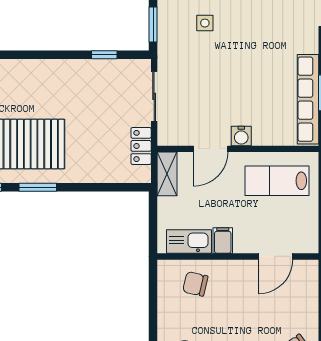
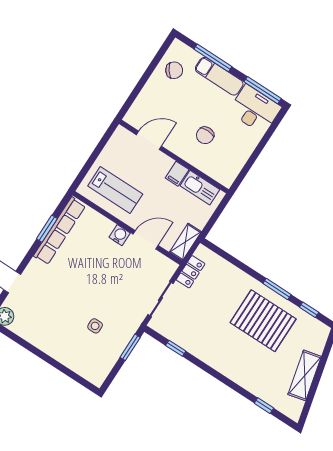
chair: (195, 284) -> (205, 135), moved, turned 77

